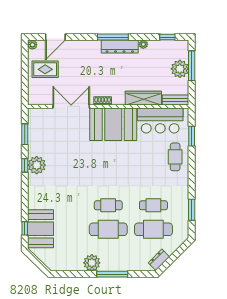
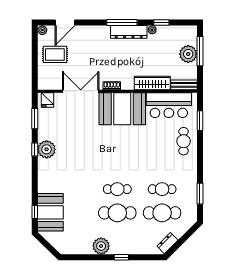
window: (167, 37) -> (161, 23), moved
fridge: (38, 115) -> (47, 100), added
window: (112, 274) -> (121, 257), width x0.46

